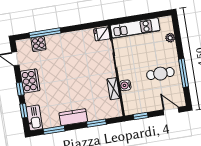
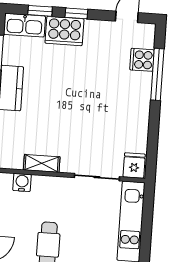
cooker: (30, 81) -> (64, 31), moved
water cooler: (125, 85) -> (22, 182), moved

